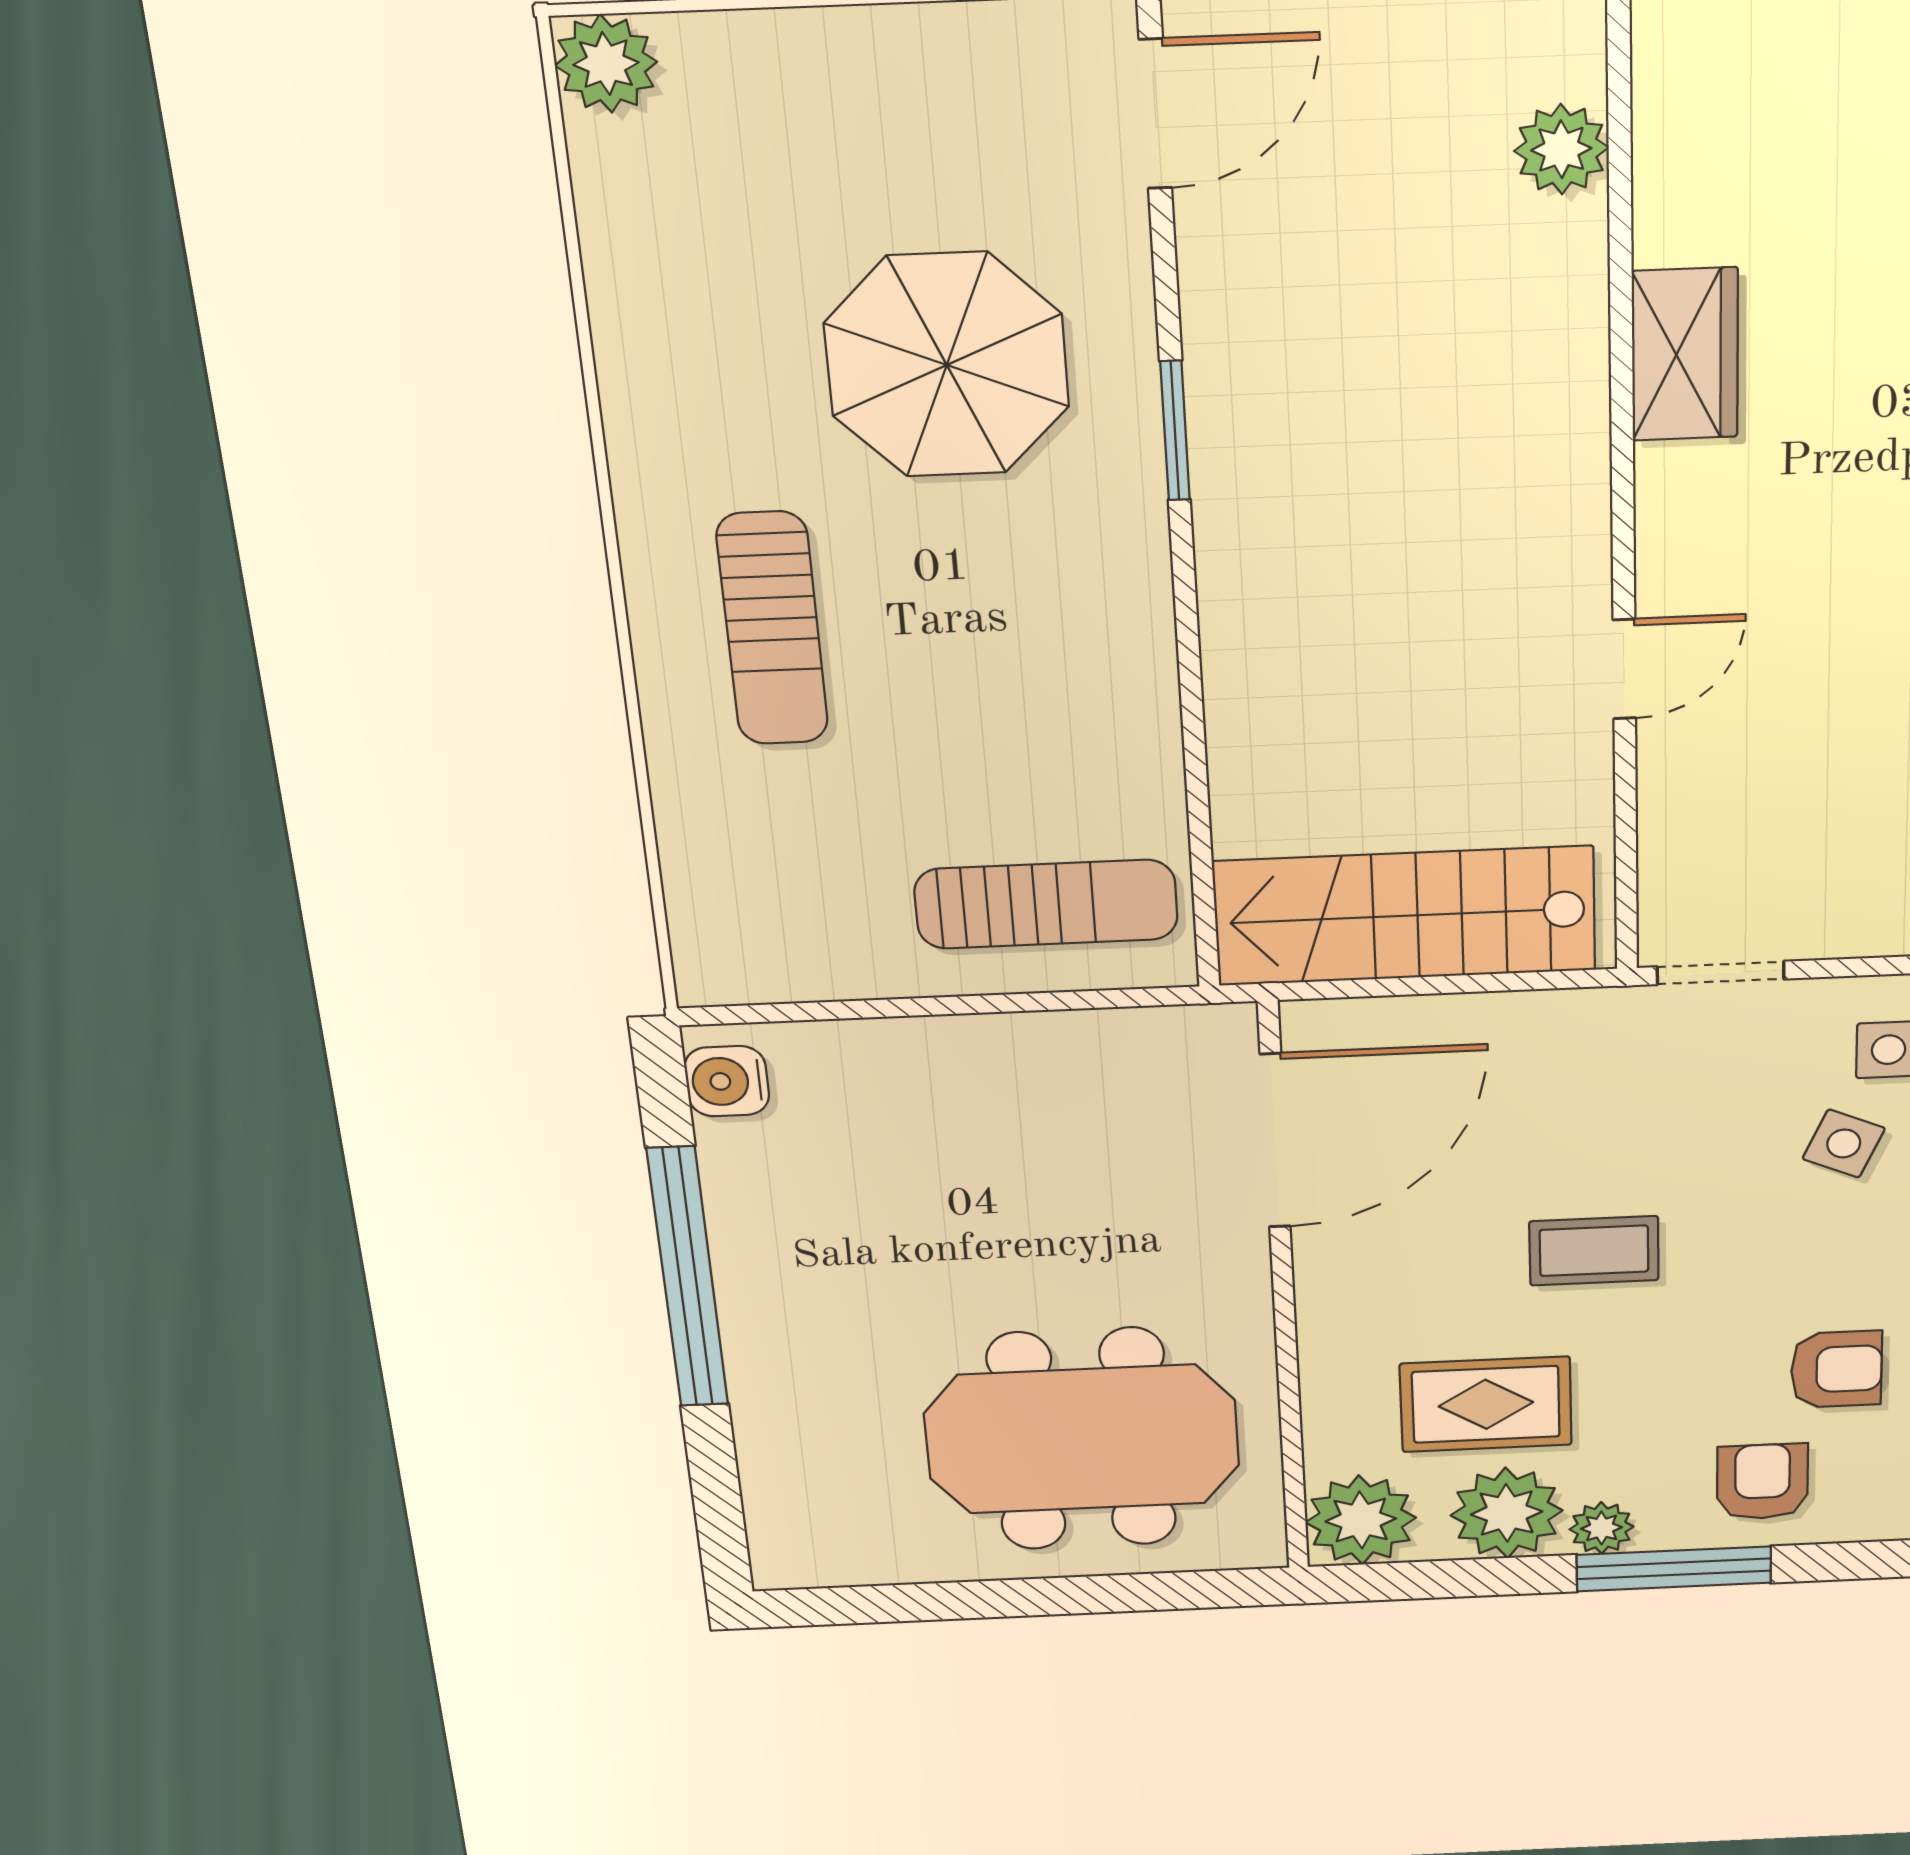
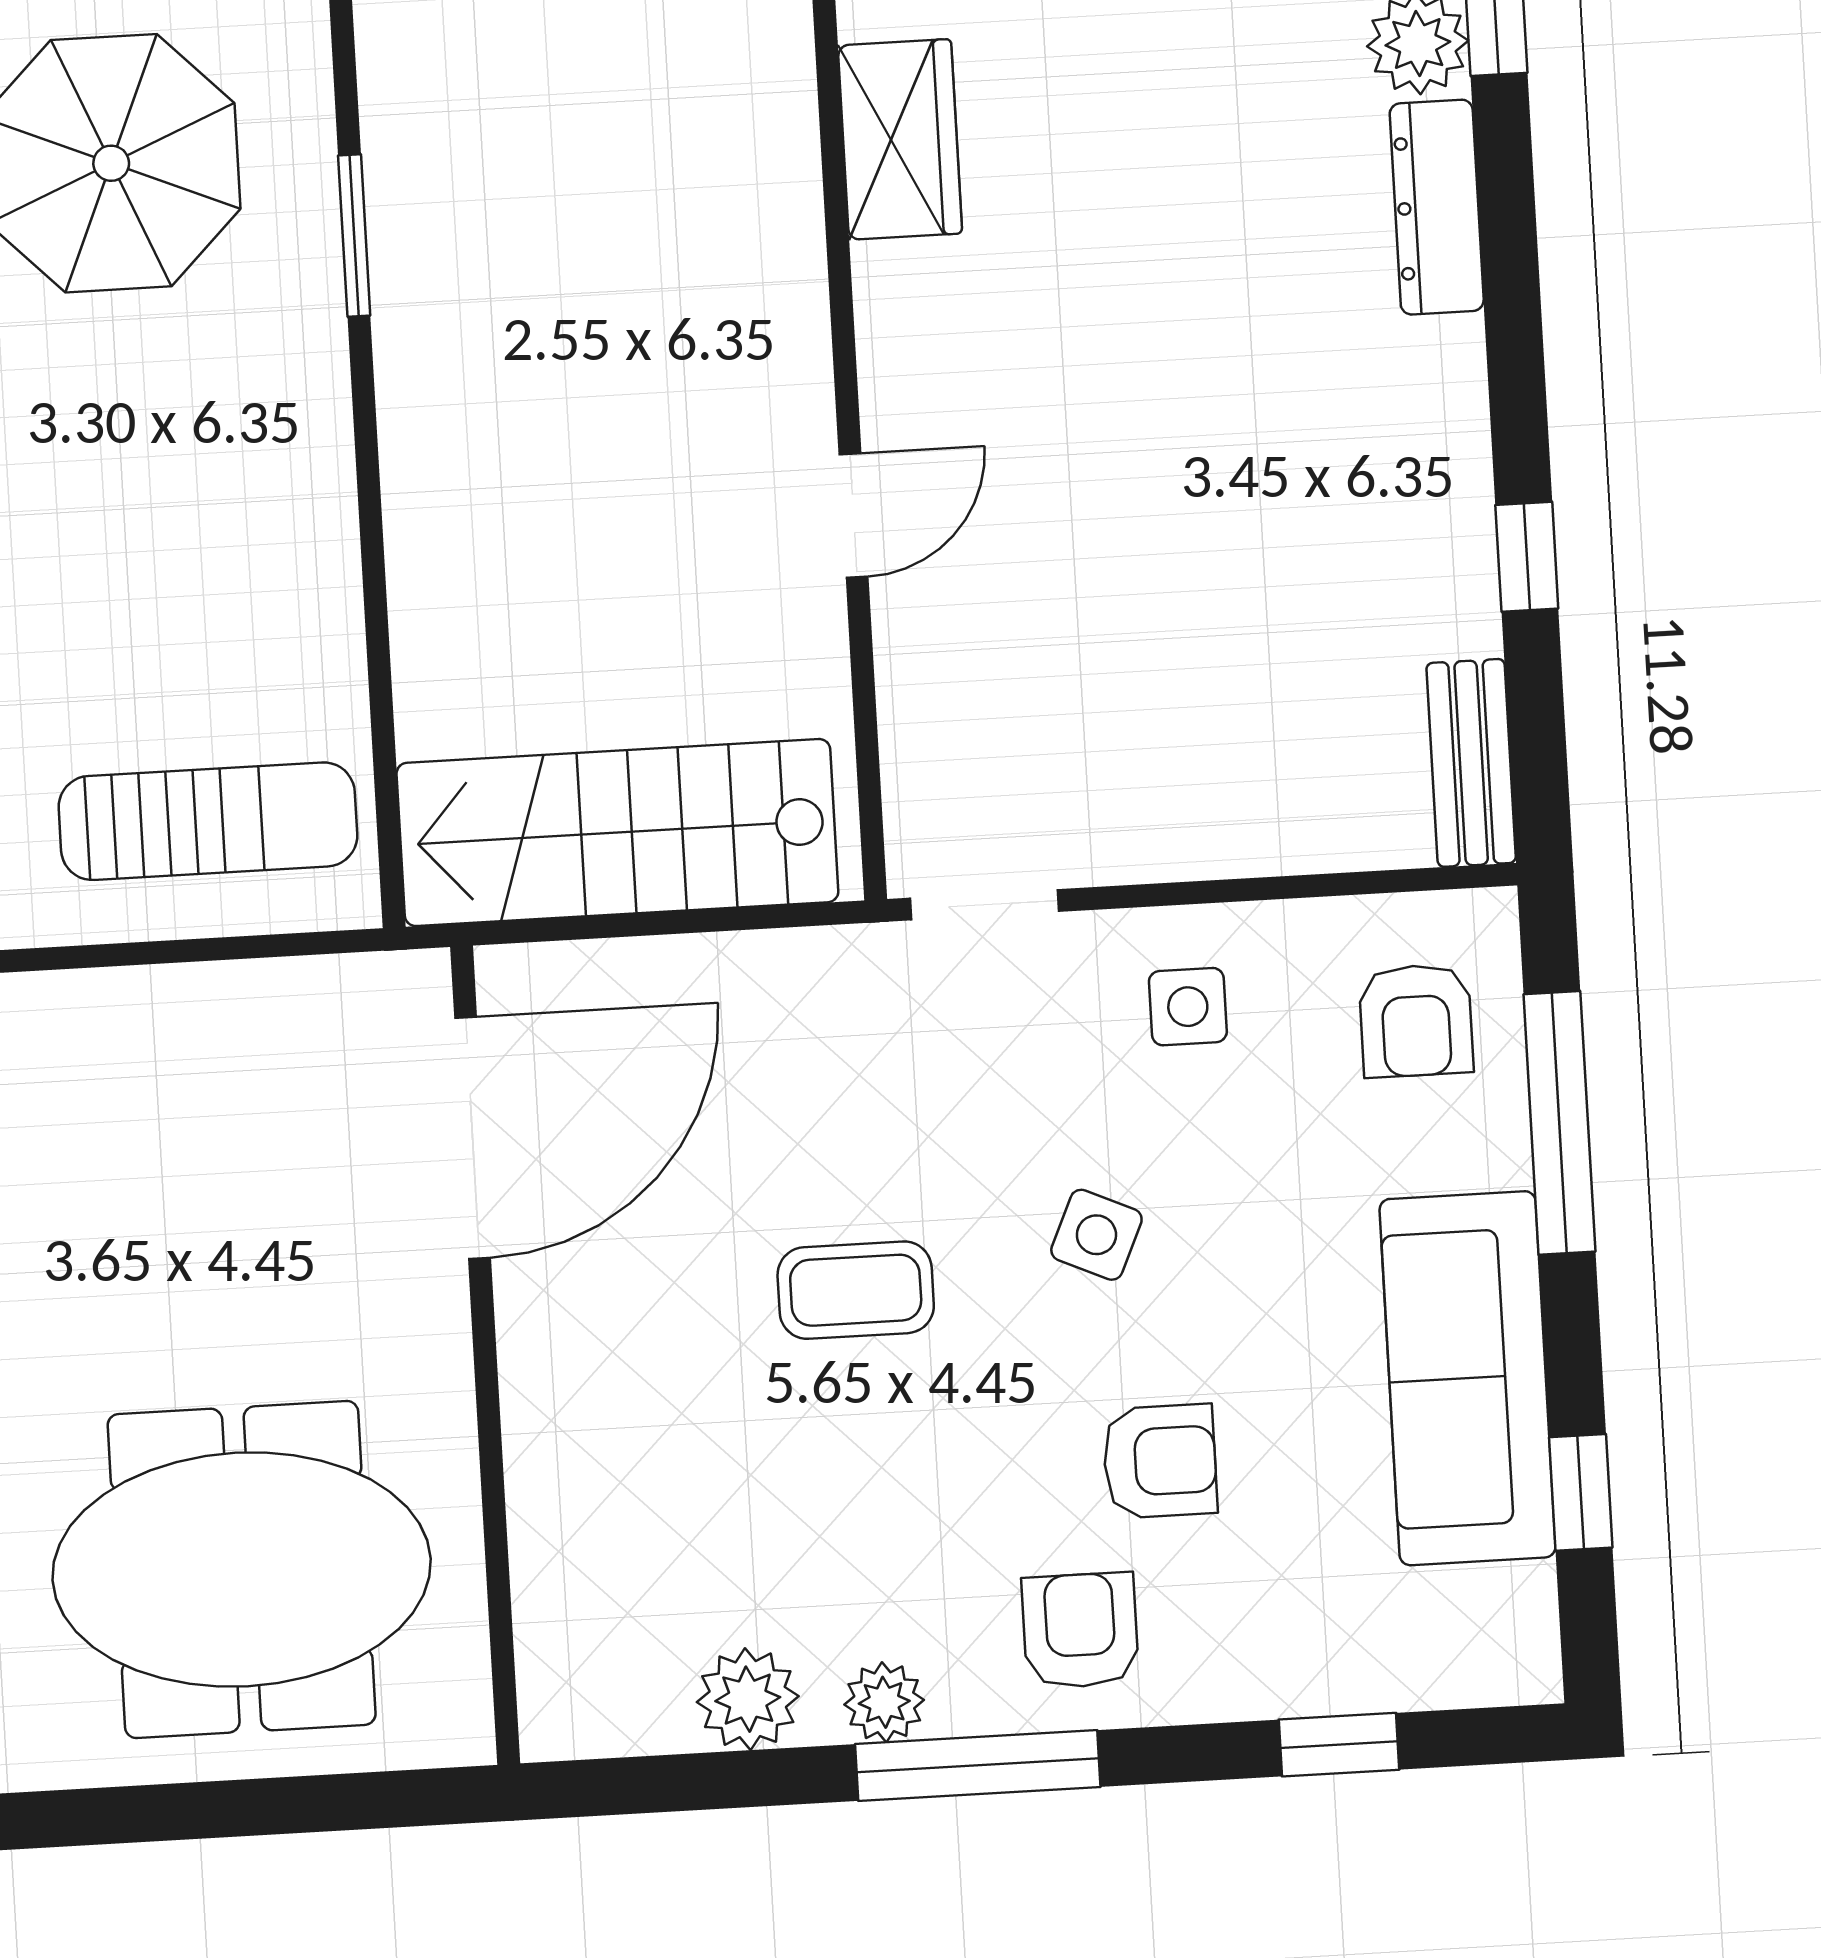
side table: (1844, 1144) -> (1096, 1235), moved
rug: (1486, 1404) -> (734, 1515), removed
plant: (1507, 1513) -> (748, 1699), width x0.73, depth x0.73
plant: (1361, 1520) -> (585, 1691), removed

